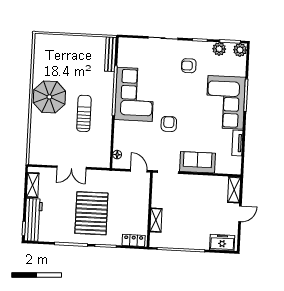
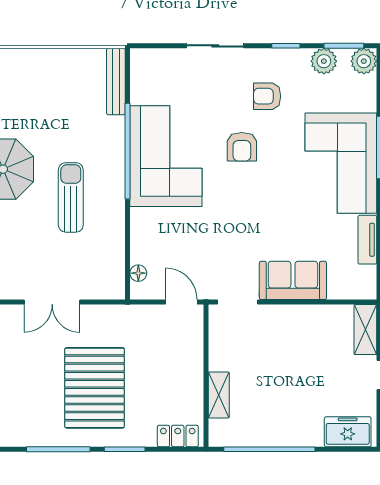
armchair: (169, 124) -> (242, 147), moved, turned 180

